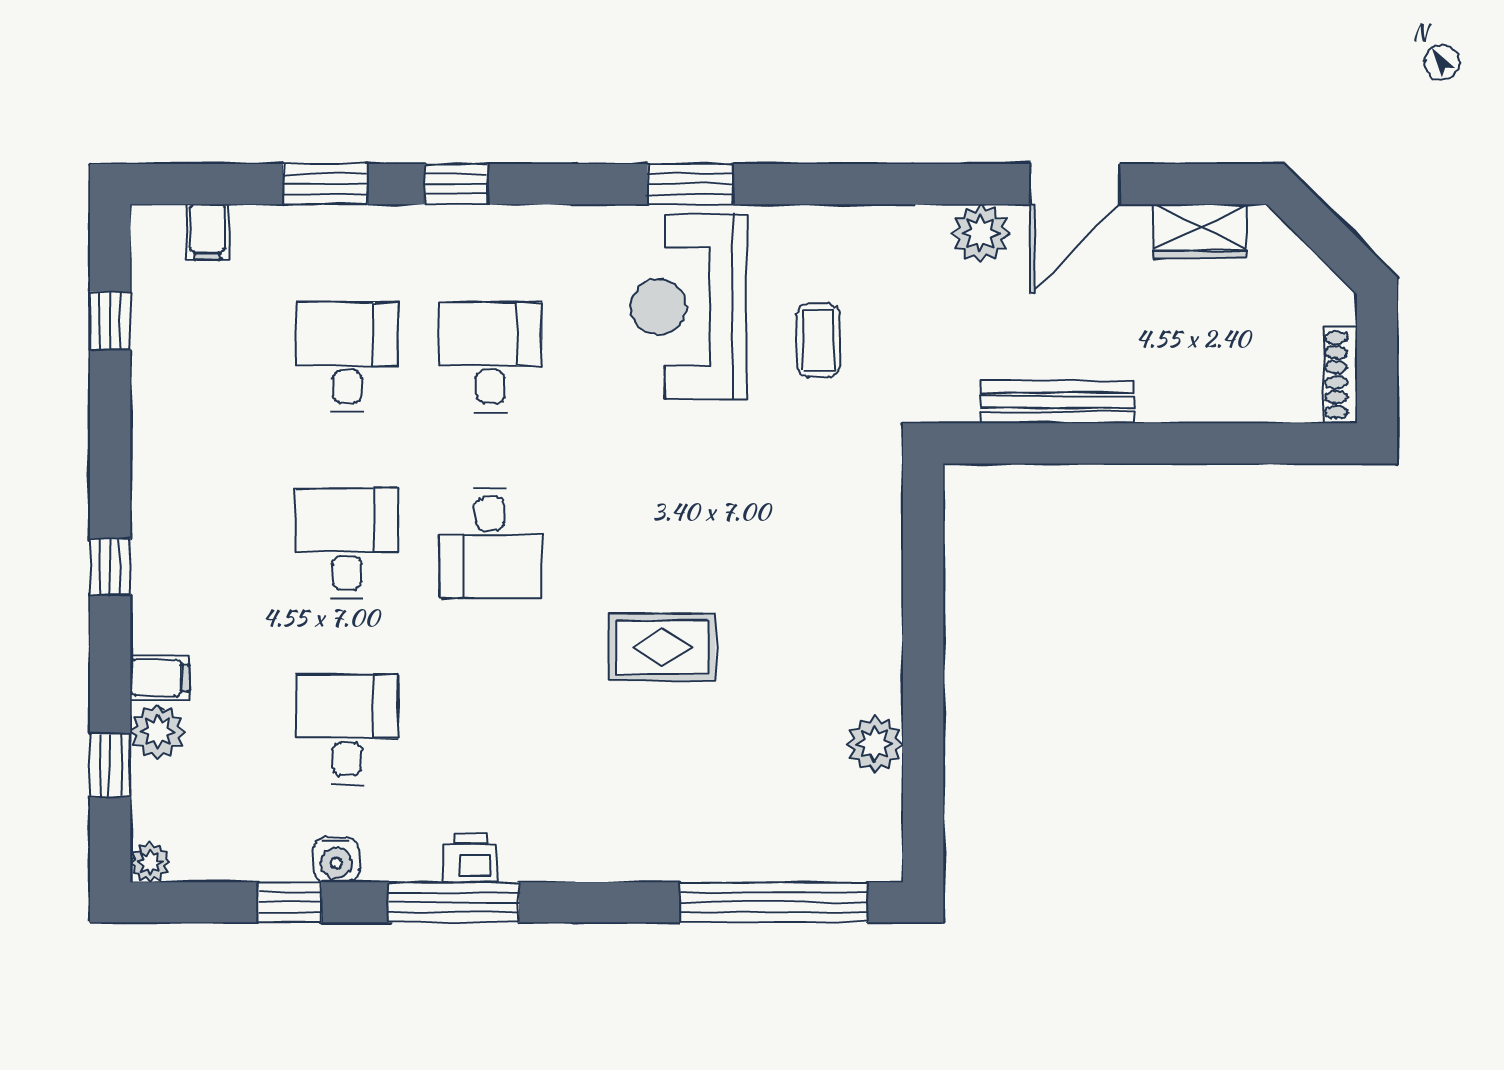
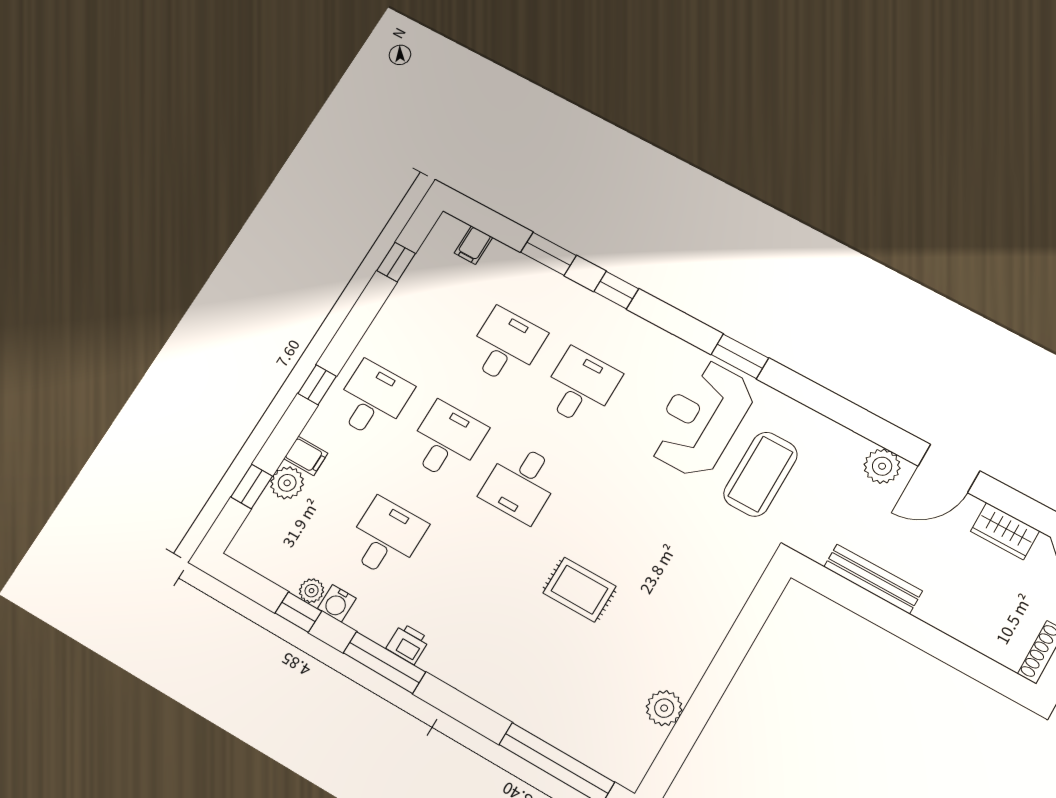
coffee table: (818, 340) -> (761, 474), width x1.86, depth x1.72
desk: (204, 543) -> (372, 400), added
plant: (150, 862) -> (312, 591), moved

